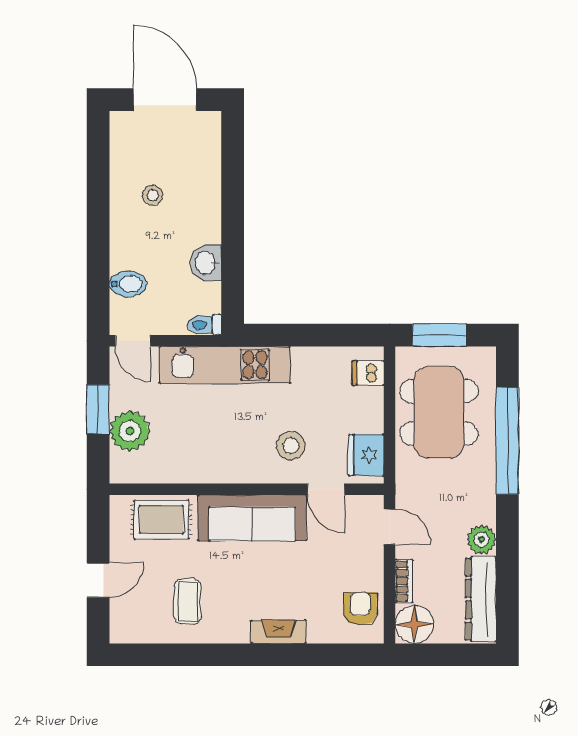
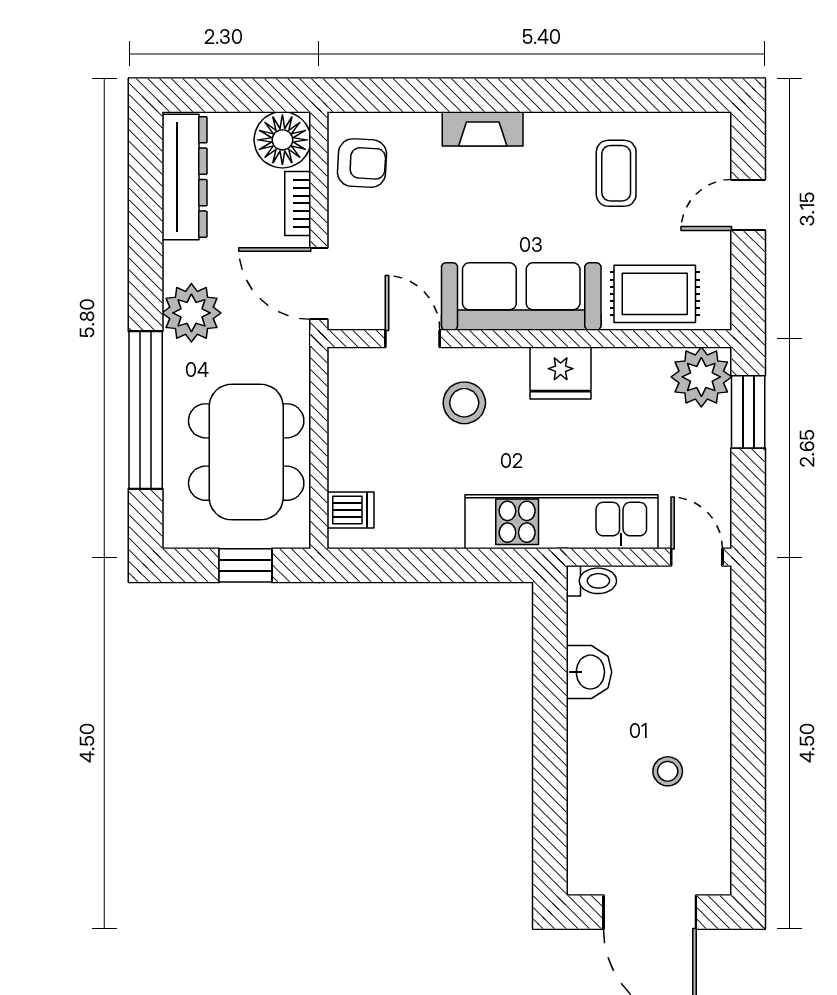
bidet: (128, 284) -> (704, 641), removed
window: (440, 335) -> (245, 565), width x0.67
window: (98, 409) -> (748, 412), moved
plant: (130, 431) -> (701, 377), moved
fridge: (366, 455) -> (561, 373), moved, turned 90
door: (390, 527) -> (319, 284), width x1.38
plant: (482, 540) -> (191, 313), moved, width x1.36, depth x1.36
armchair: (360, 609) -> (362, 163), turned -87

